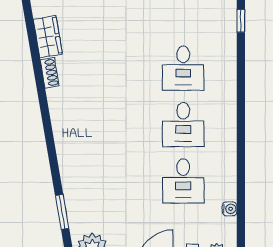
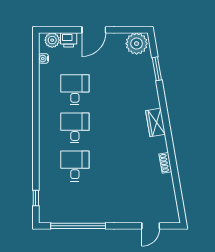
wardrobe: (48, 37) -> (155, 122), moved
water cooler: (230, 209) -> (43, 58), moved

